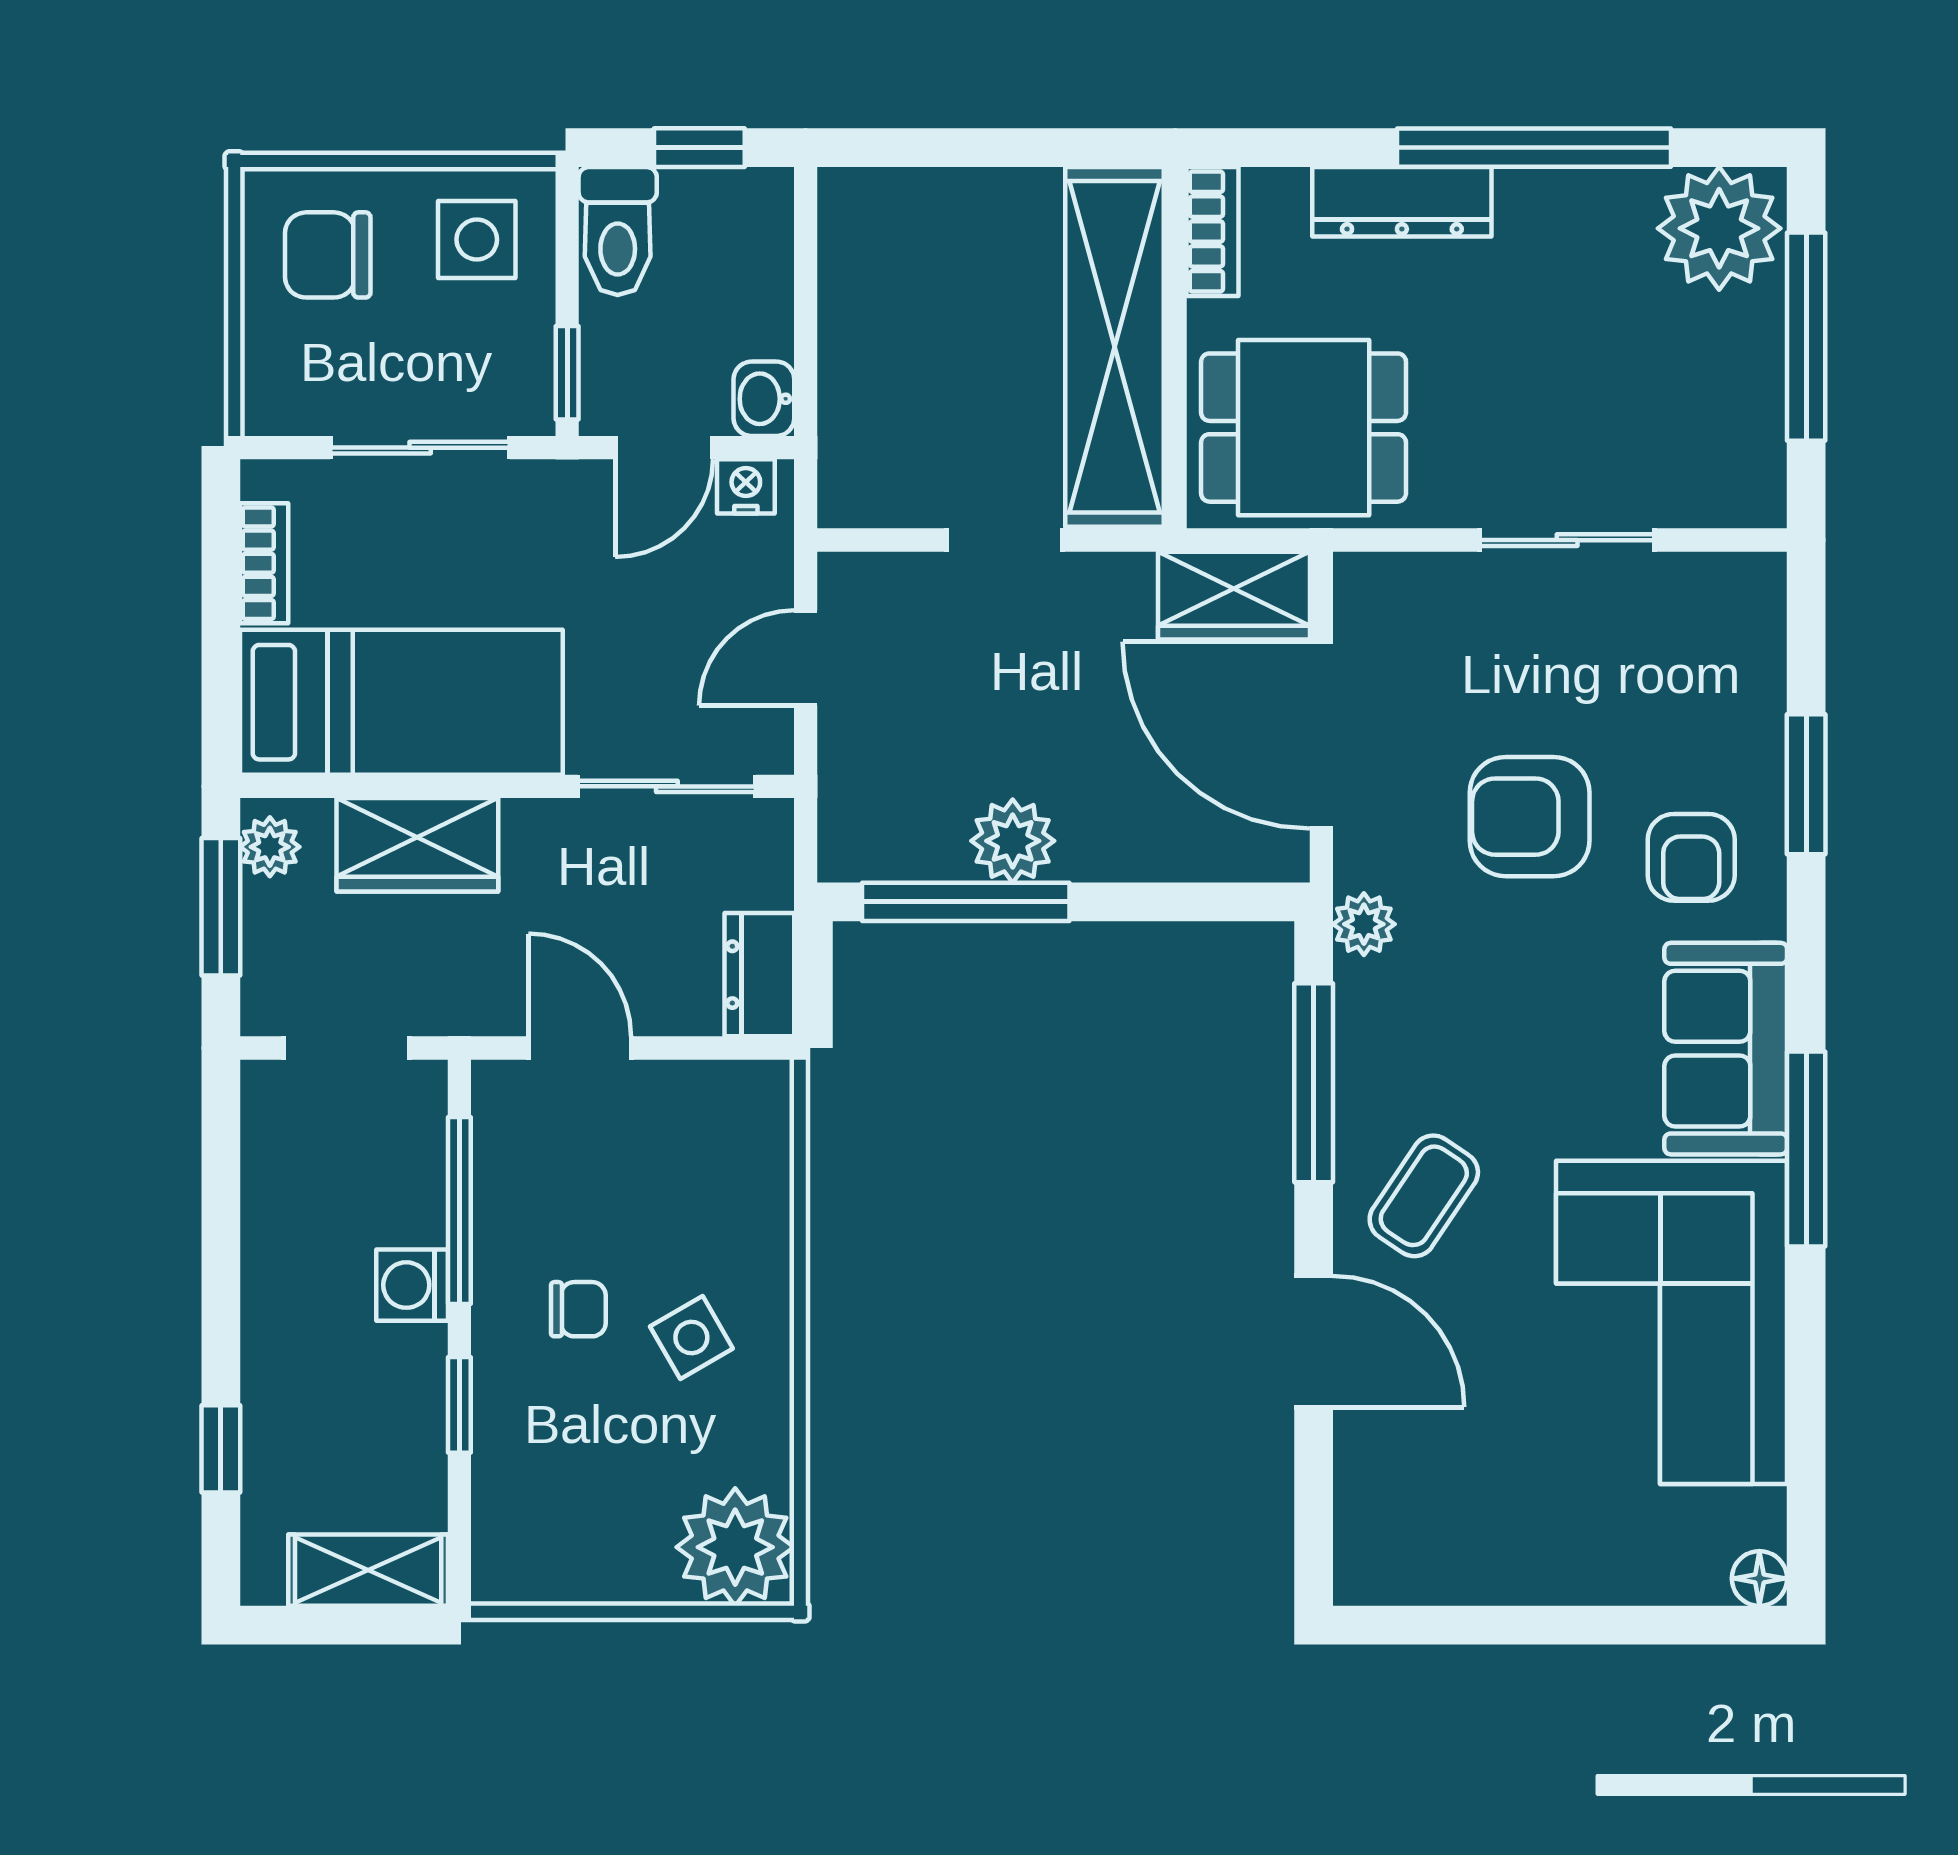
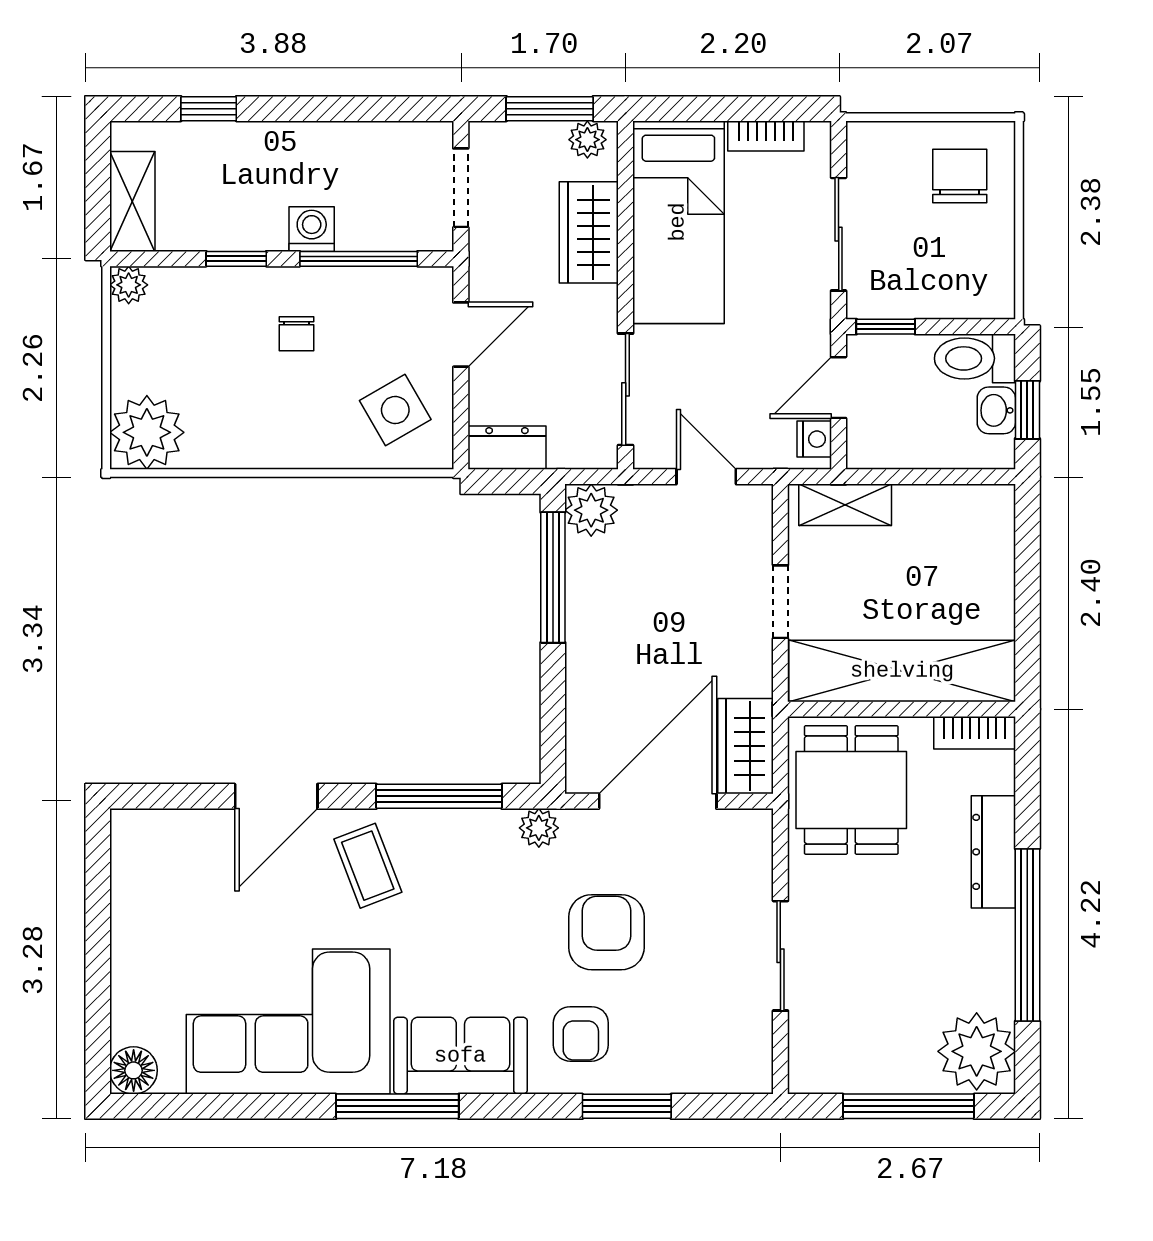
side table: (477, 240) -> (970, 270), removed
washbasin: (764, 399) -> (996, 410), moved, turned -90
shelving: (850, 437) -> (845, 505), added
door: (664, 448) -> (839, 388), hinge flipped
plant: (1013, 841) -> (591, 510), moved
armchair: (1691, 857) -> (581, 1034), turned -90
coffee table: (1424, 1196) -> (368, 866), turned 35
side table: (691, 1337) -> (395, 410), moved, width x1.37, depth x1.37
plant: (501, 1576) -> (129, 285), added
floor lamp: (1759, 1578) -> (134, 1070), width x1.37, depth x1.37

